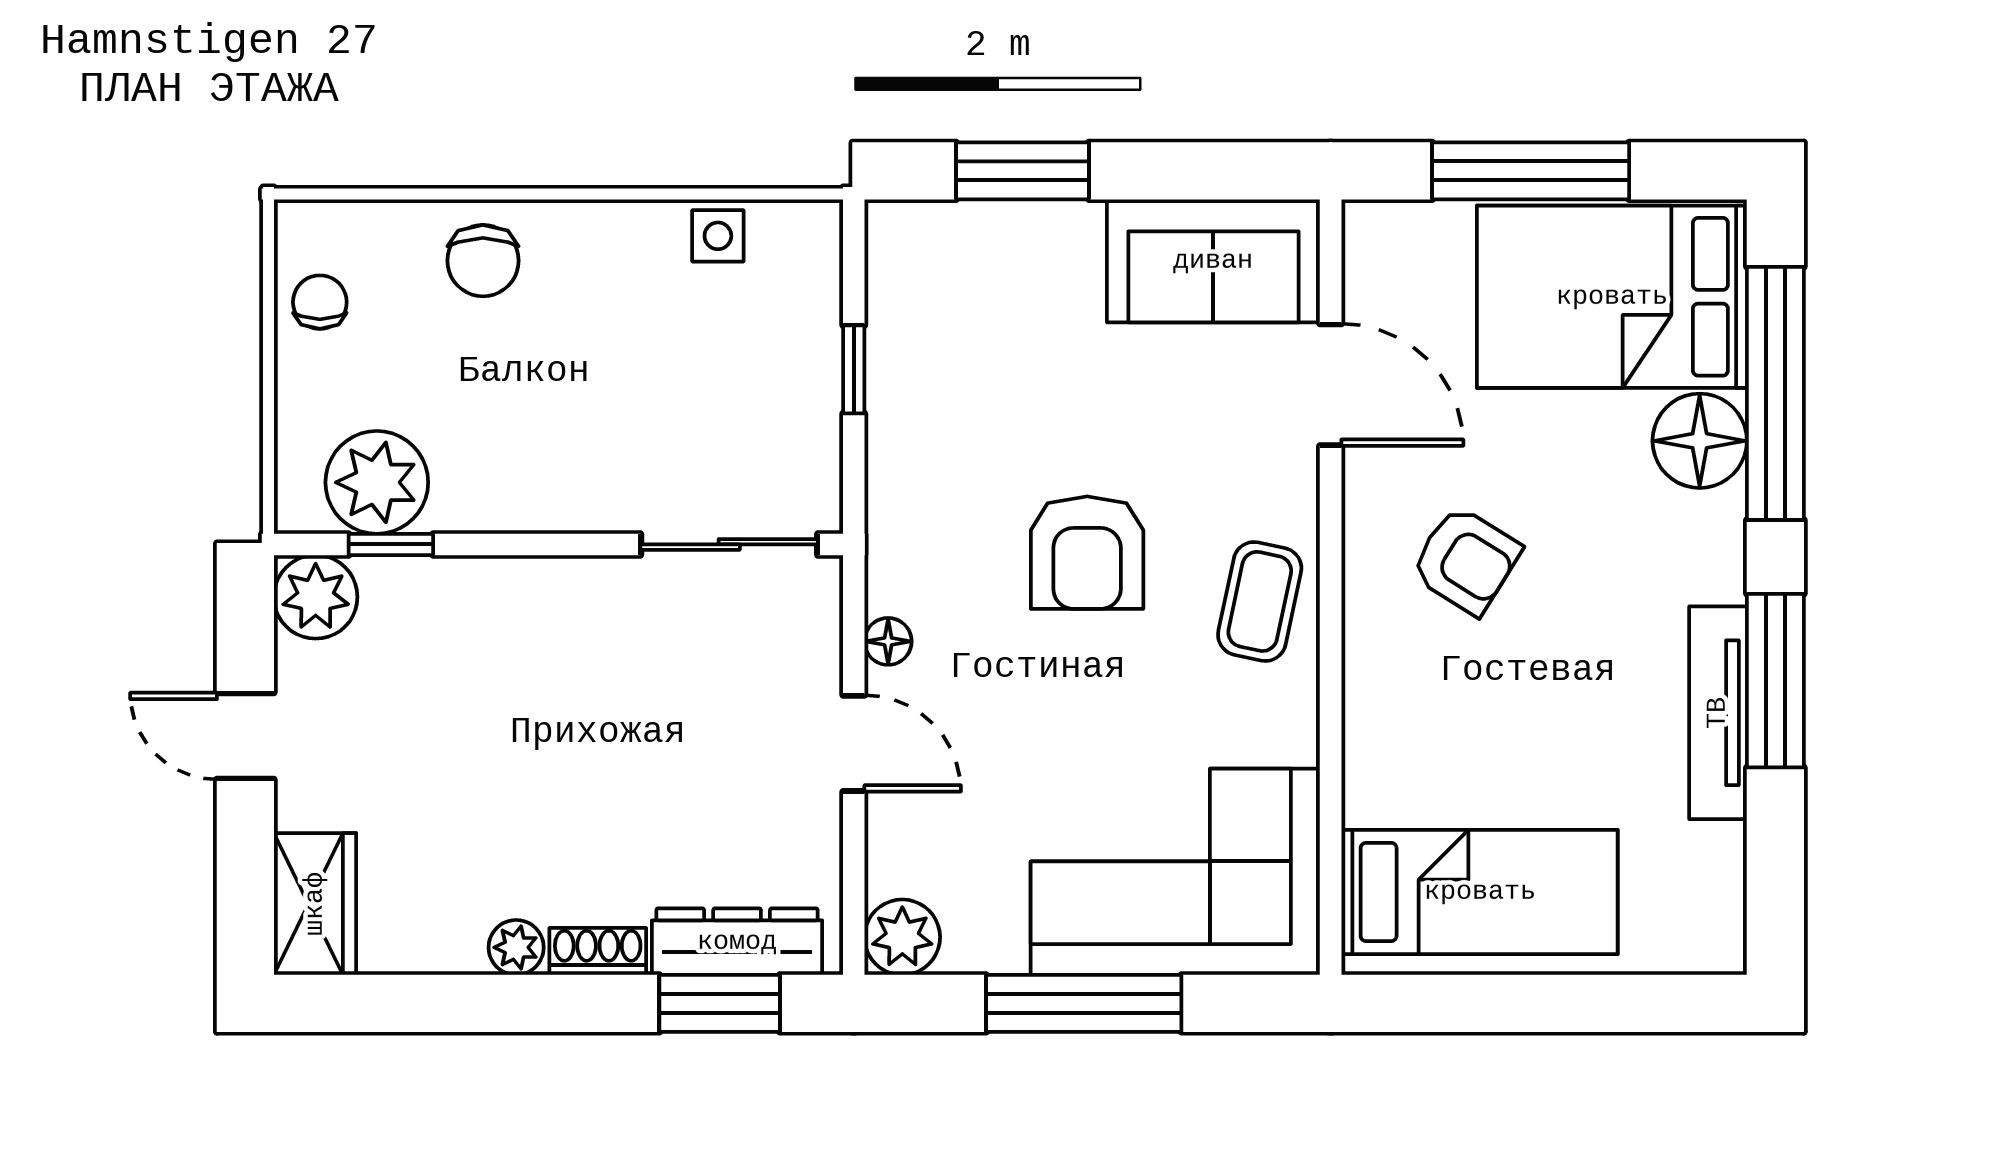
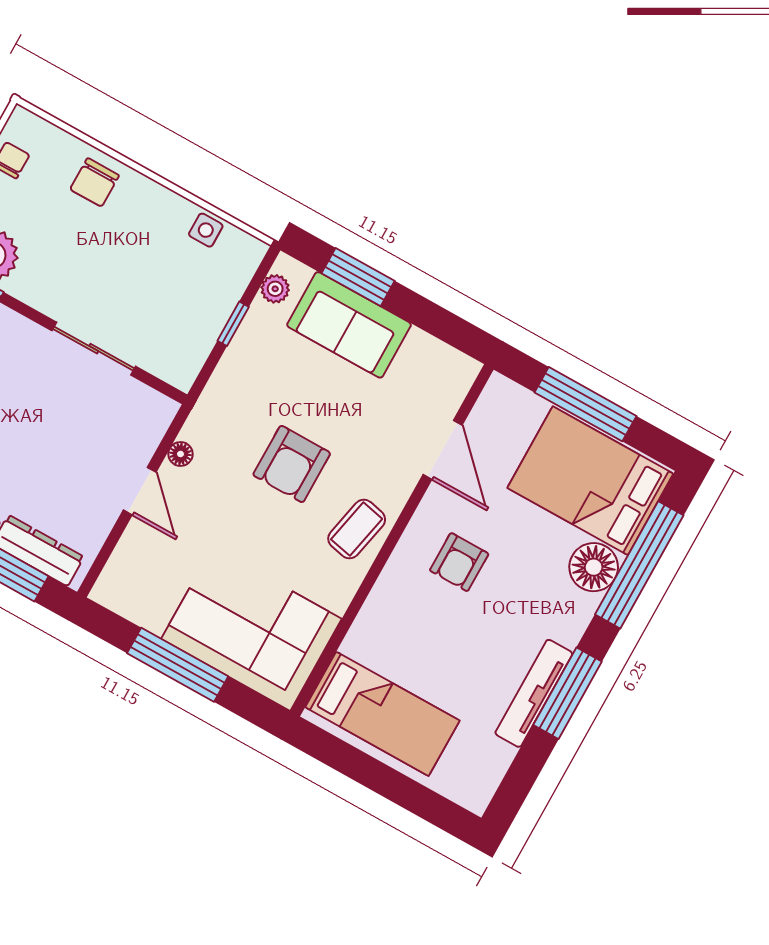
sofa: (1213, 261) -> (349, 325), moved
sliding door: (729, 544) -> (94, 349), moved
armchair: (1466, 560) -> (459, 562), turned 58
plant: (902, 937) -> (275, 289), moved, width x0.73, depth x0.73

